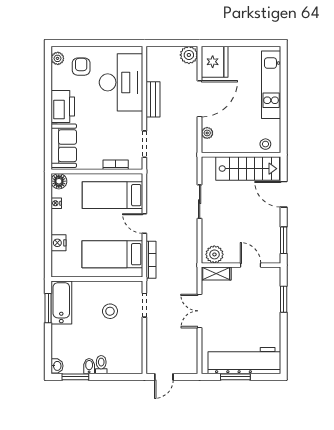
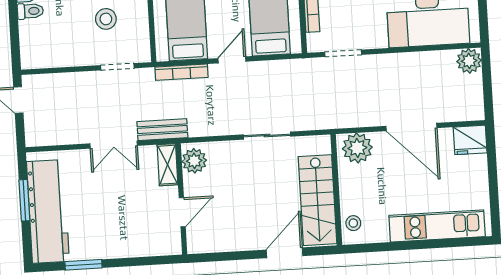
plant: (189, 55) -> (469, 61), moved
fridge: (215, 62) -> (470, 140), width x0.73, depth x0.75
bench: (153, 99) -> (162, 130), moved
plant: (207, 133) -> (357, 148), width x1.88, depth x1.88
window: (284, 240) -> (220, 257), removed
window: (284, 299) -> (83, 265), moved
double door: (200, 311) -> (114, 145), swing flipped

